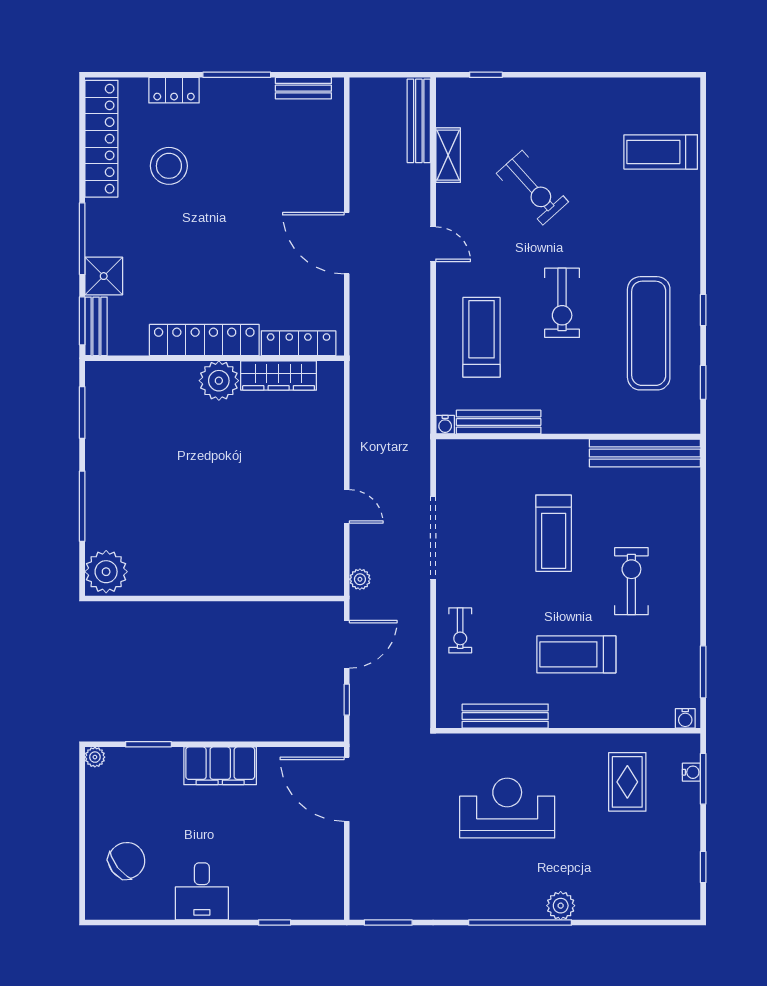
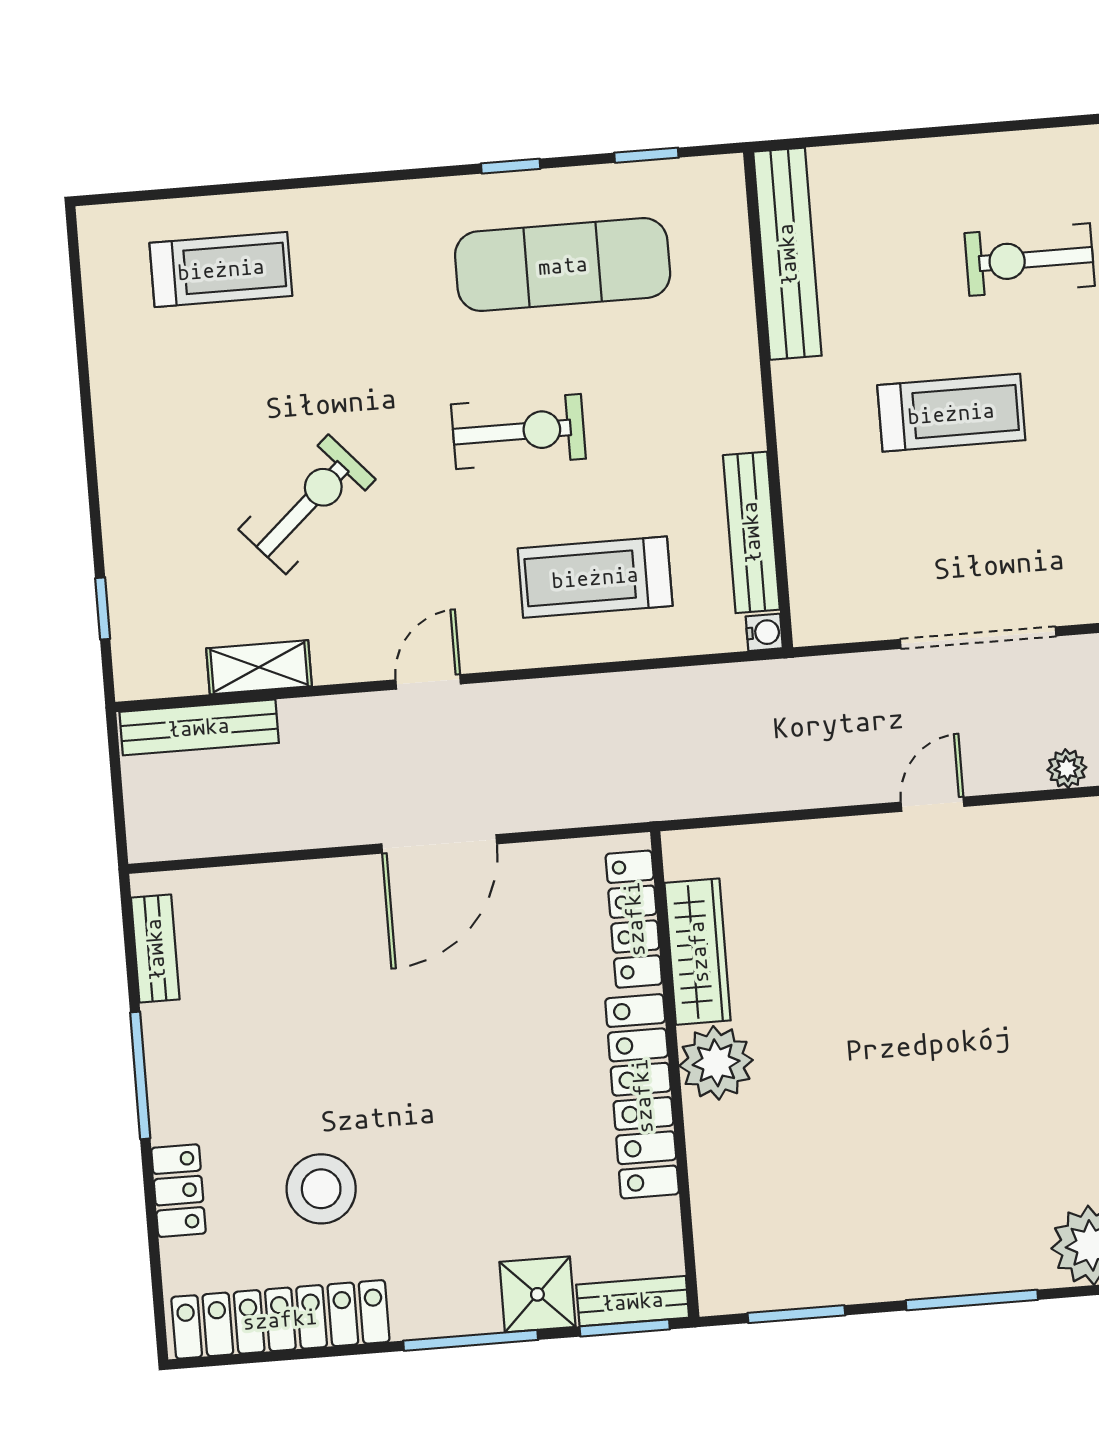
treadmill: (661, 152) -> (221, 269), turned -90

